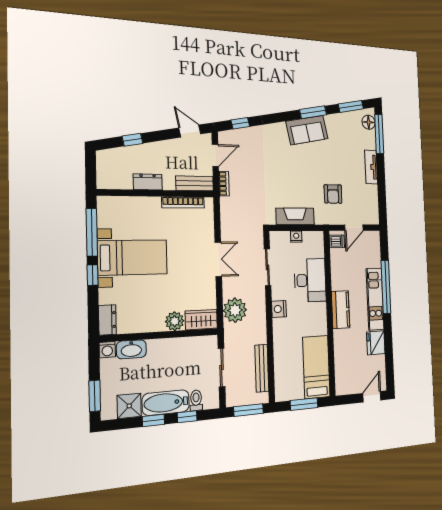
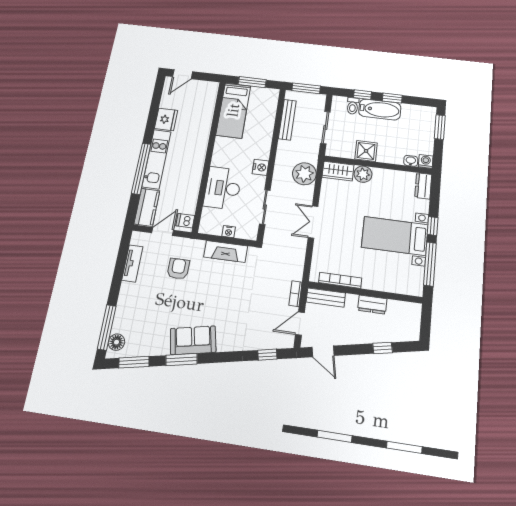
tv unit: (371, 167) -> (132, 263), moved
kitchen counter: (341, 310) -> (147, 207), moved, turned 180
washbasin: (131, 349) -> (411, 161), width x0.52, depth x0.69
shower: (129, 406) -> (366, 151), moved

